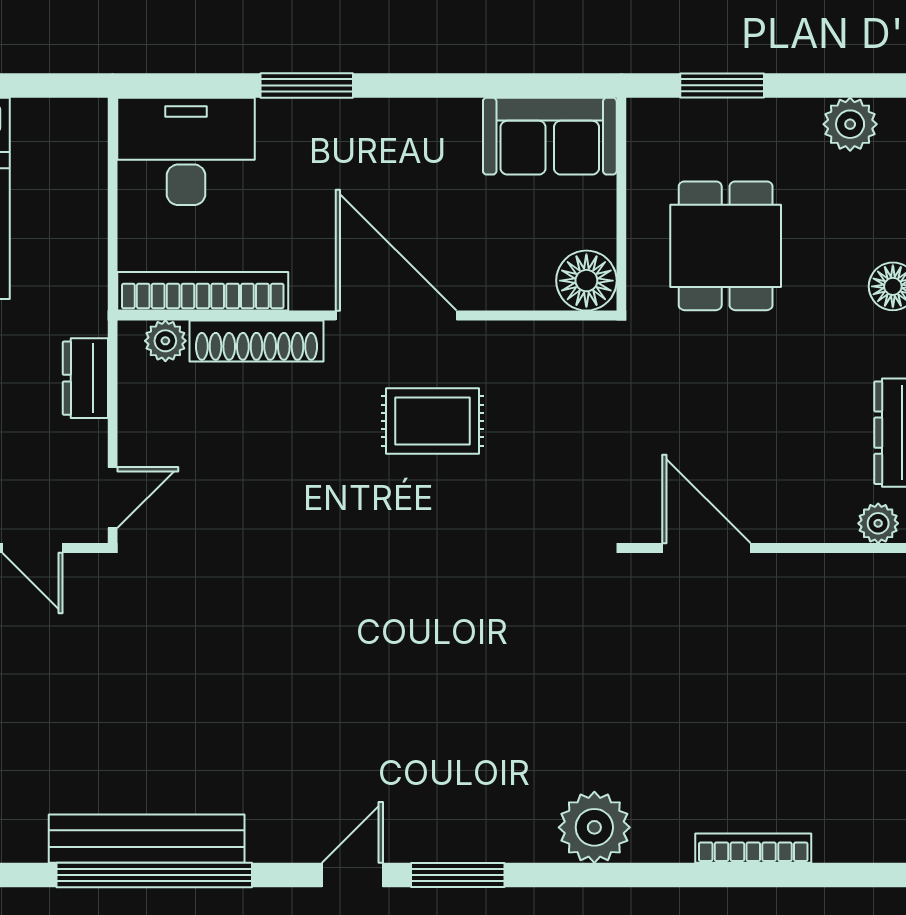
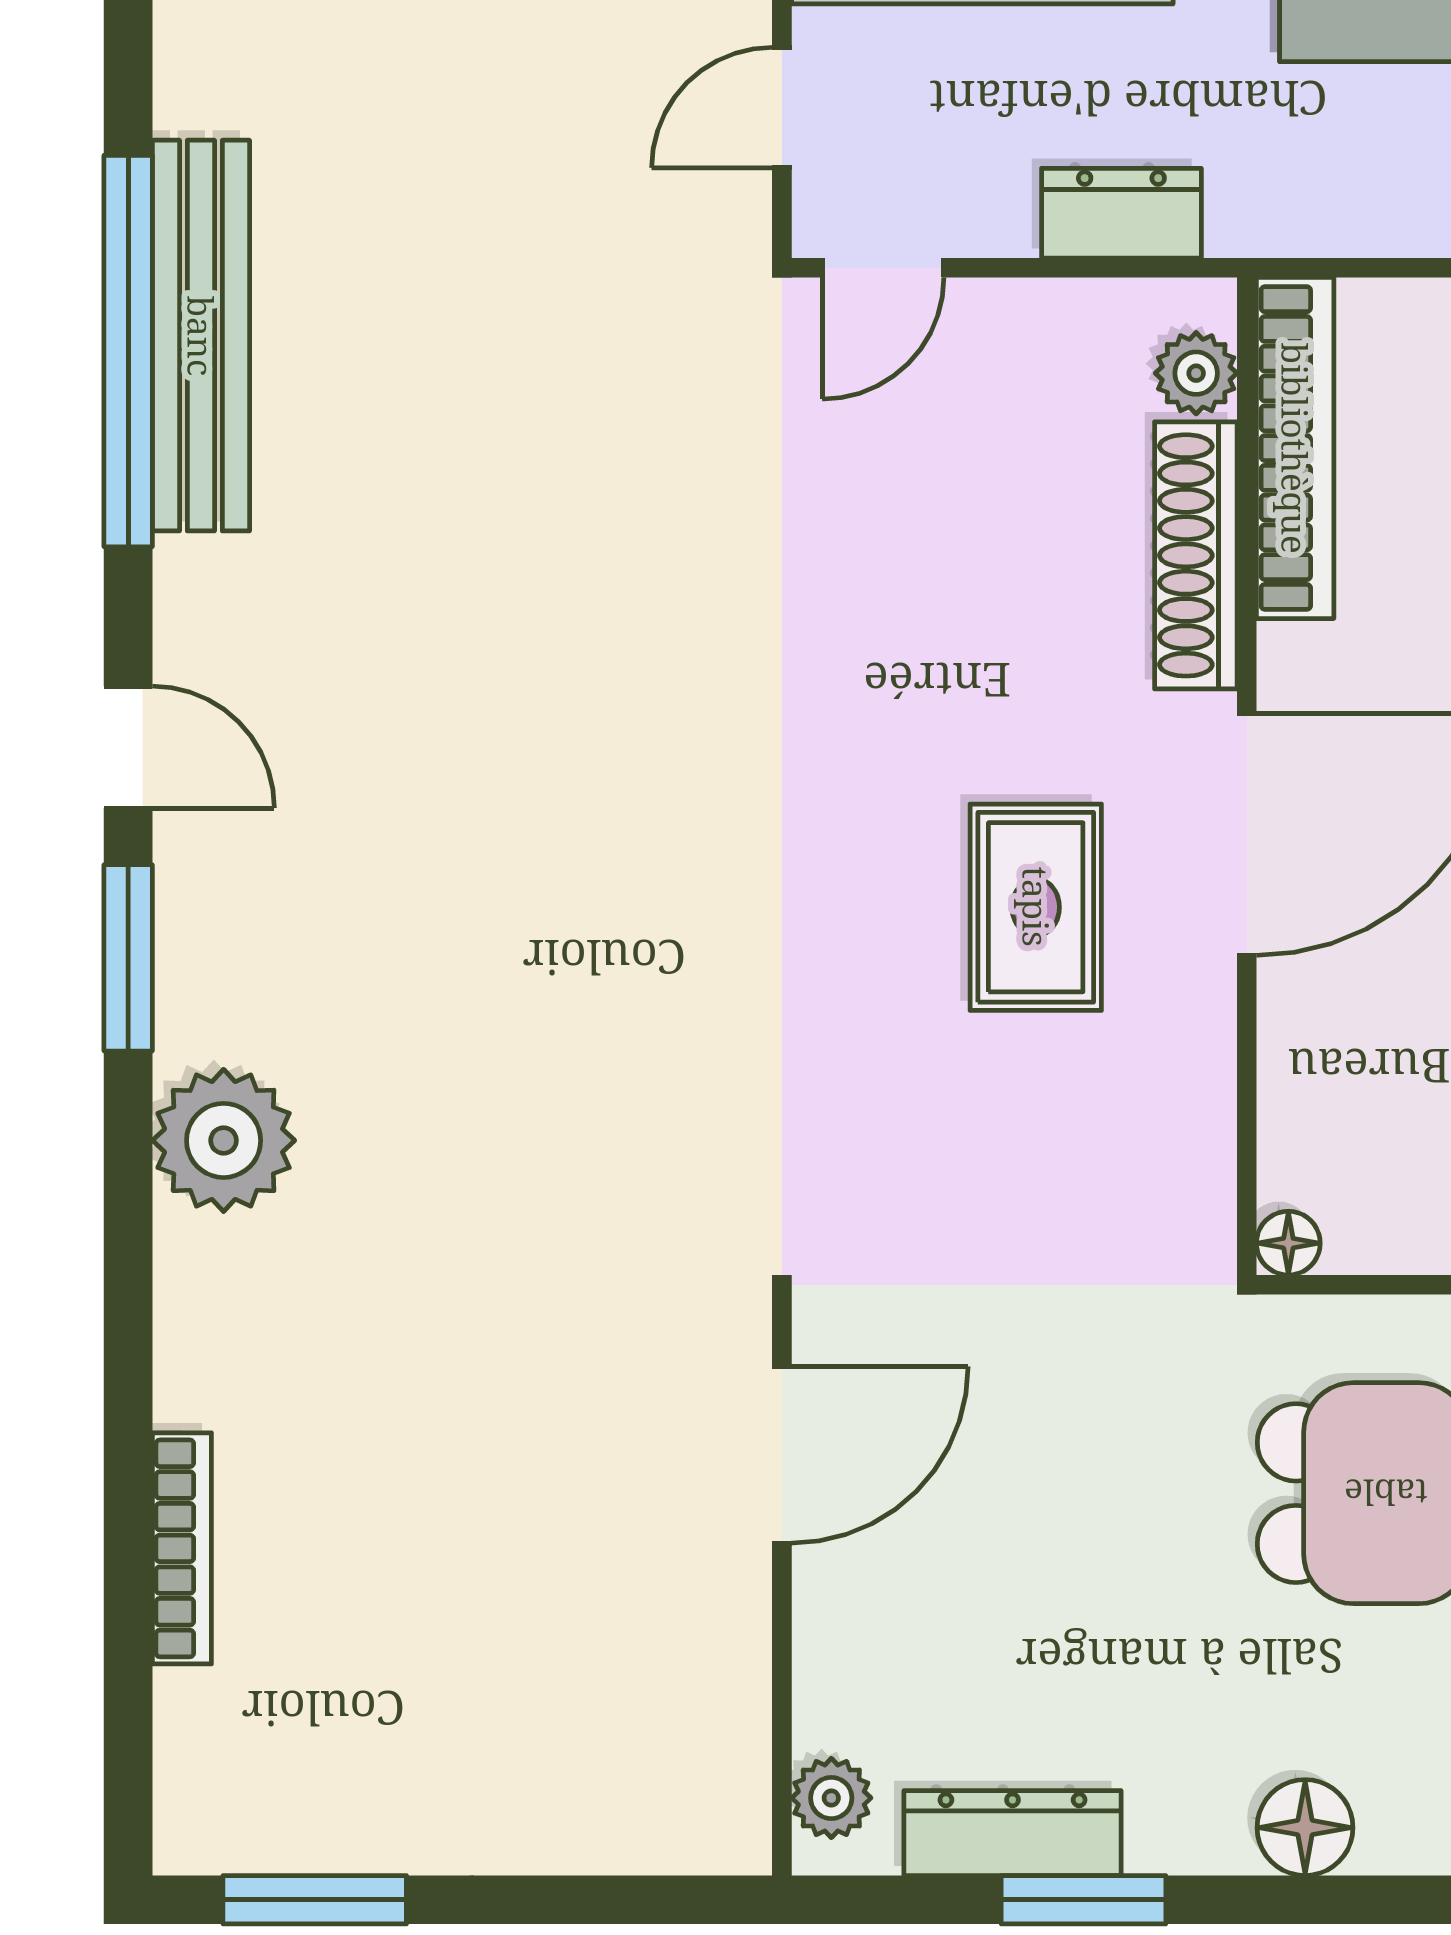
floor lamp: (586, 281) -> (1288, 1243), width x0.53, depth x0.53
door: (113, 497) -> (883, 268), hinge flipped
plant: (594, 827) -> (224, 1140), moved

